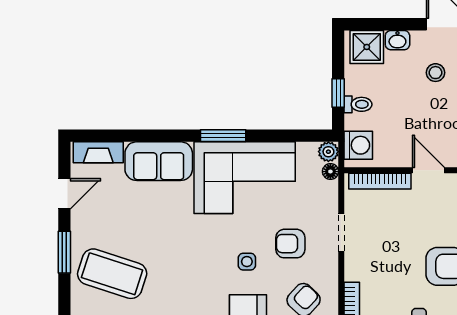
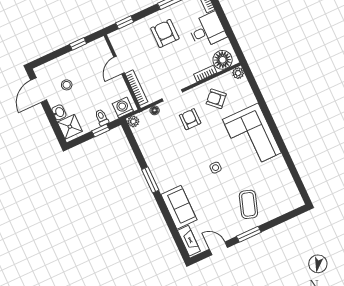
floor lamp: (330, 172) -> (155, 110), moved
corner sofa: (245, 178) -> (167, 159), removed
armchair: (290, 244) -> (190, 119), turned 180
side table: (247, 262) -> (216, 168), moved
coffee table: (112, 274) -> (248, 204), width x0.73, depth x0.76

